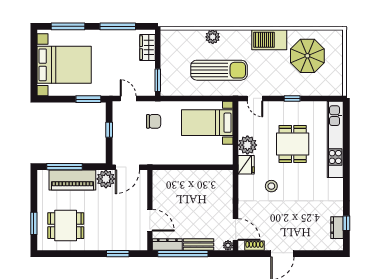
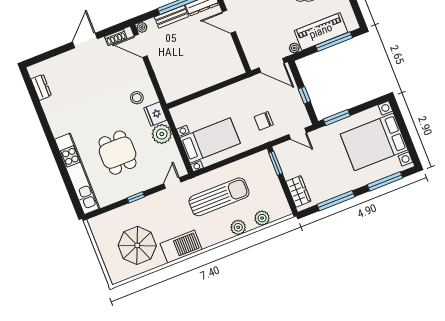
plant: (189, 37) -> (262, 218), added
sun lounger: (219, 70) -> (219, 197), turned 180
door: (255, 98) -> (172, 183), hinge flipped
door: (127, 167) -> (272, 65), swing flipped
plant: (106, 179) -> (294, 48), width x0.53, depth x0.53
stool: (271, 186) -> (137, 98), moved
window: (346, 223) -> (34, 95), removed

